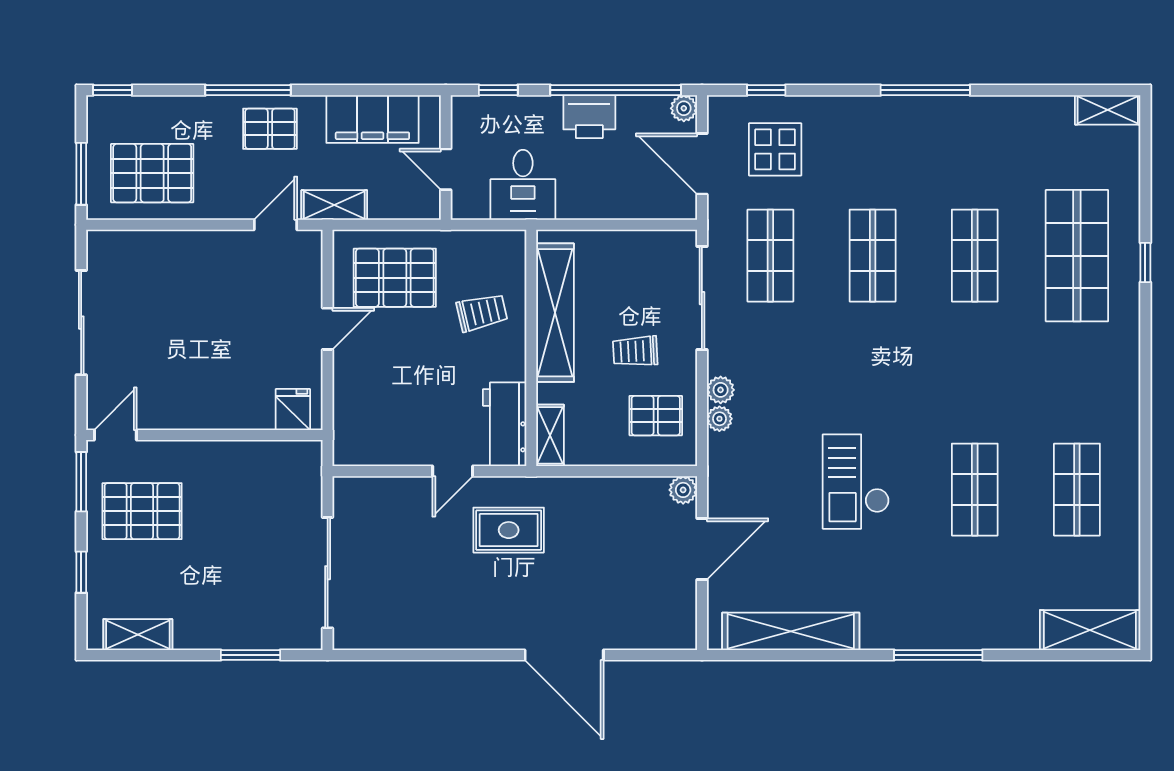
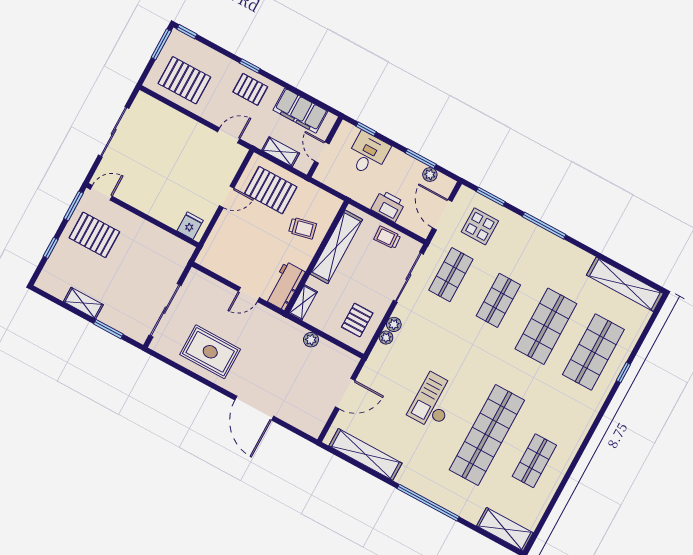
window: (248, 90) -> (250, 66), width x0.46
window: (616, 90) -> (421, 159), width x0.47
window: (766, 90) -> (491, 197), width x1.50
window: (925, 90) -> (544, 226), moved
plant: (684, 108) -> (430, 175), moved
shelving: (1108, 110) -> (625, 284), width x2.20, depth x1.33
printer: (589, 117) -> (388, 206), moved, turned 180
window: (81, 174) -> (161, 44), moved
desk: (523, 185) -> (368, 154), moved, turned 180
shelving: (334, 205) -> (281, 152), moved
shop shelf: (975, 256) -> (546, 326), width x1.43, depth x1.36
trolley: (635, 351) -> (387, 238), moved
pallet: (656, 416) -> (357, 320), turned 90
plant: (683, 490) -> (311, 340), moved
shop shelf: (975, 490) -> (487, 435), width x2.00, depth x1.36
rug: (509, 530) -> (210, 352), moved, width x1.36, depth x1.43
shelving: (138, 635) -> (83, 303), moved
window: (938, 655) -> (428, 503), width x1.46

